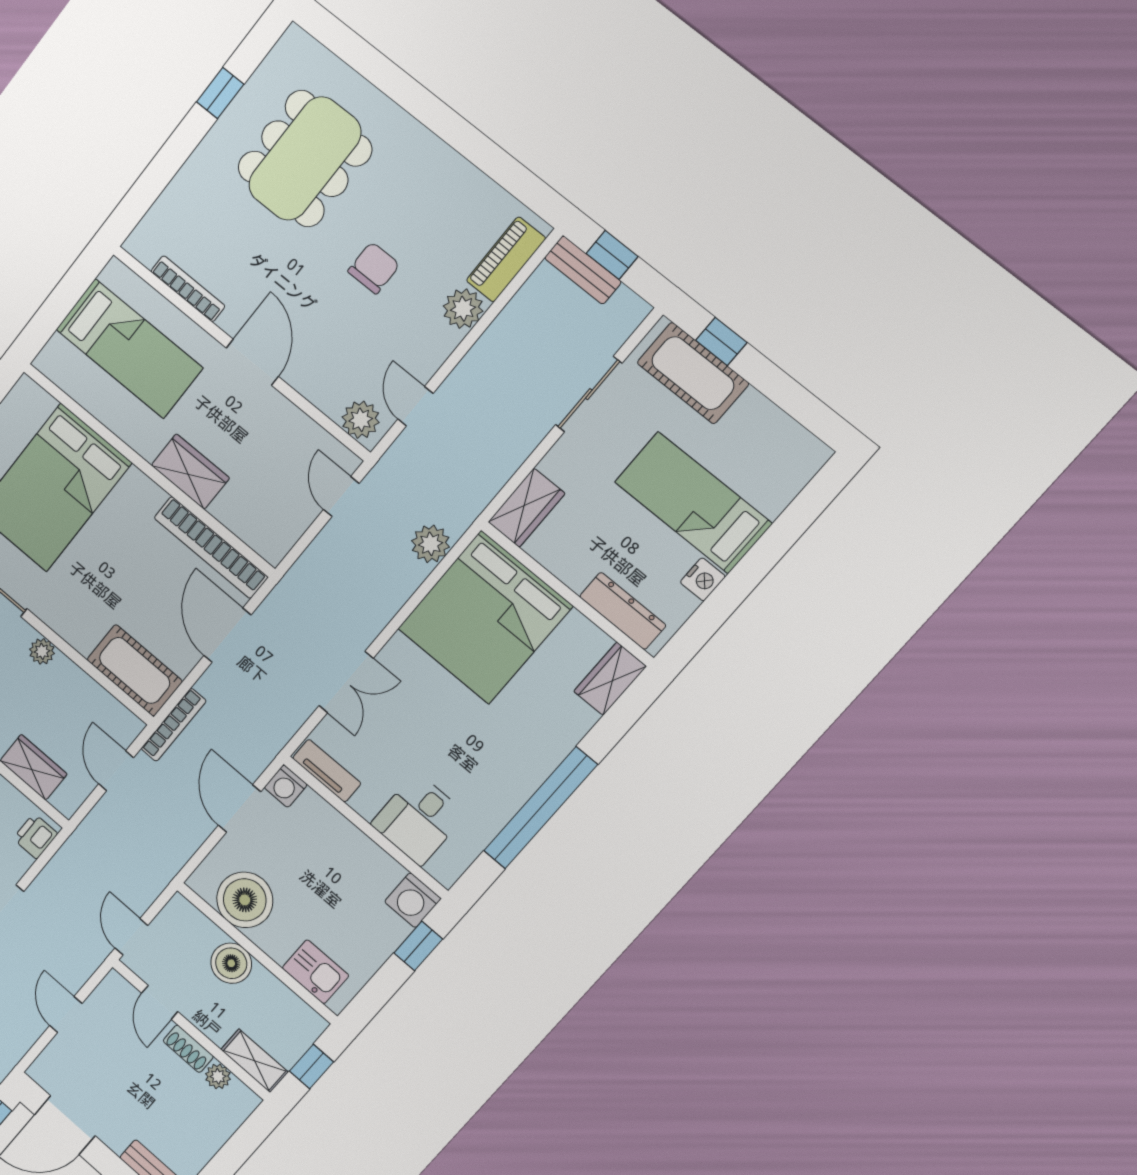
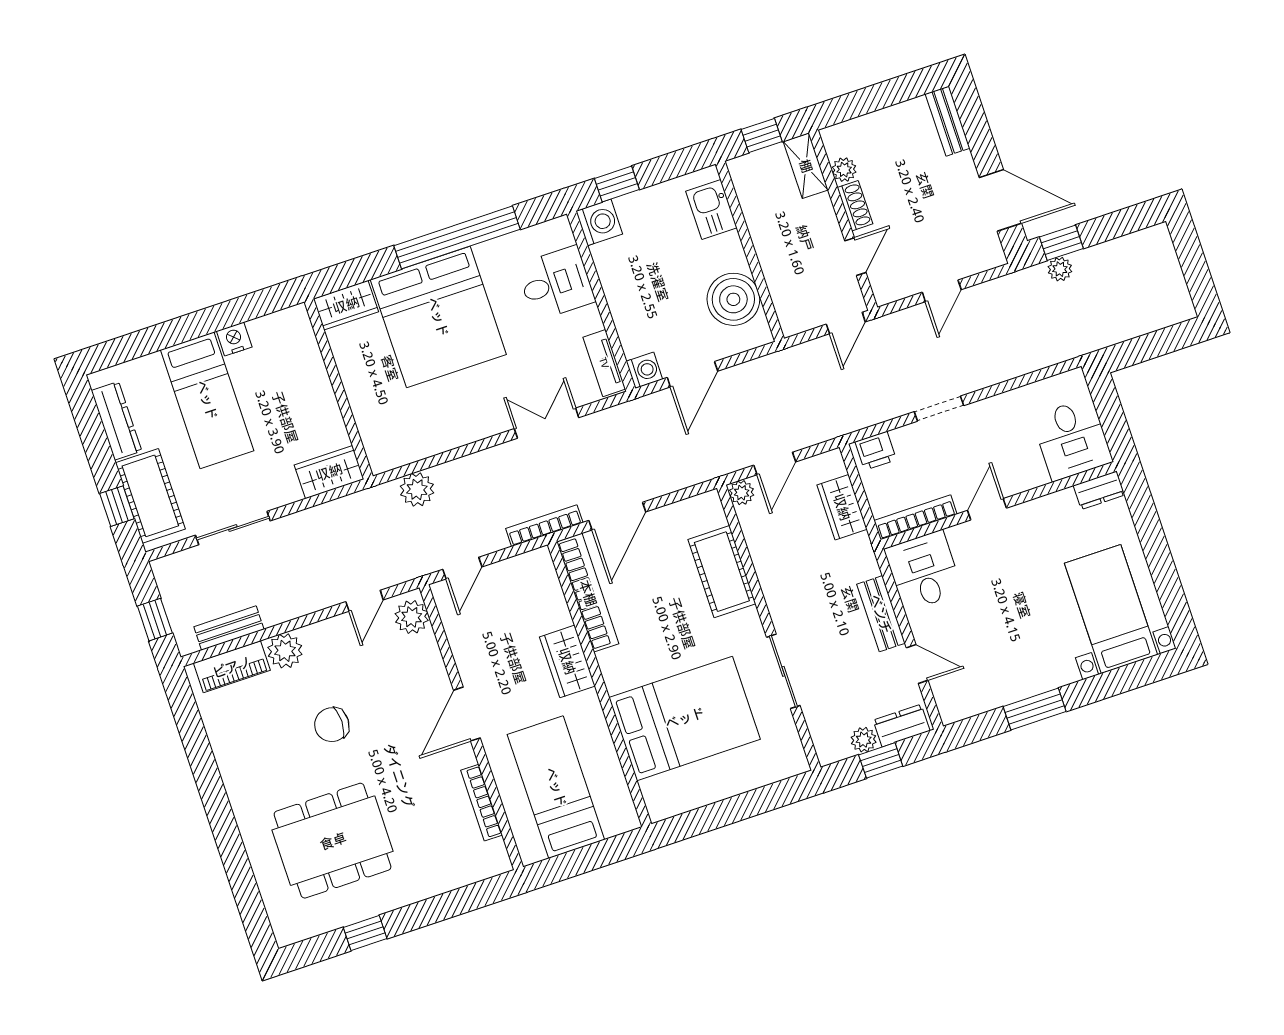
bench: (583, 270) -> (229, 628), moved, turned 90
dresser: (623, 611) -> (116, 421), moved, turned 180
bed: (485, 617) -> (438, 317), moved, turned 90
plant: (42, 651) -> (742, 493), moved
cot: (135, 670) -> (722, 572), moved
bookcase: (174, 725) -> (544, 526), moved
boiler: (231, 963) -> (776, 255), removed

